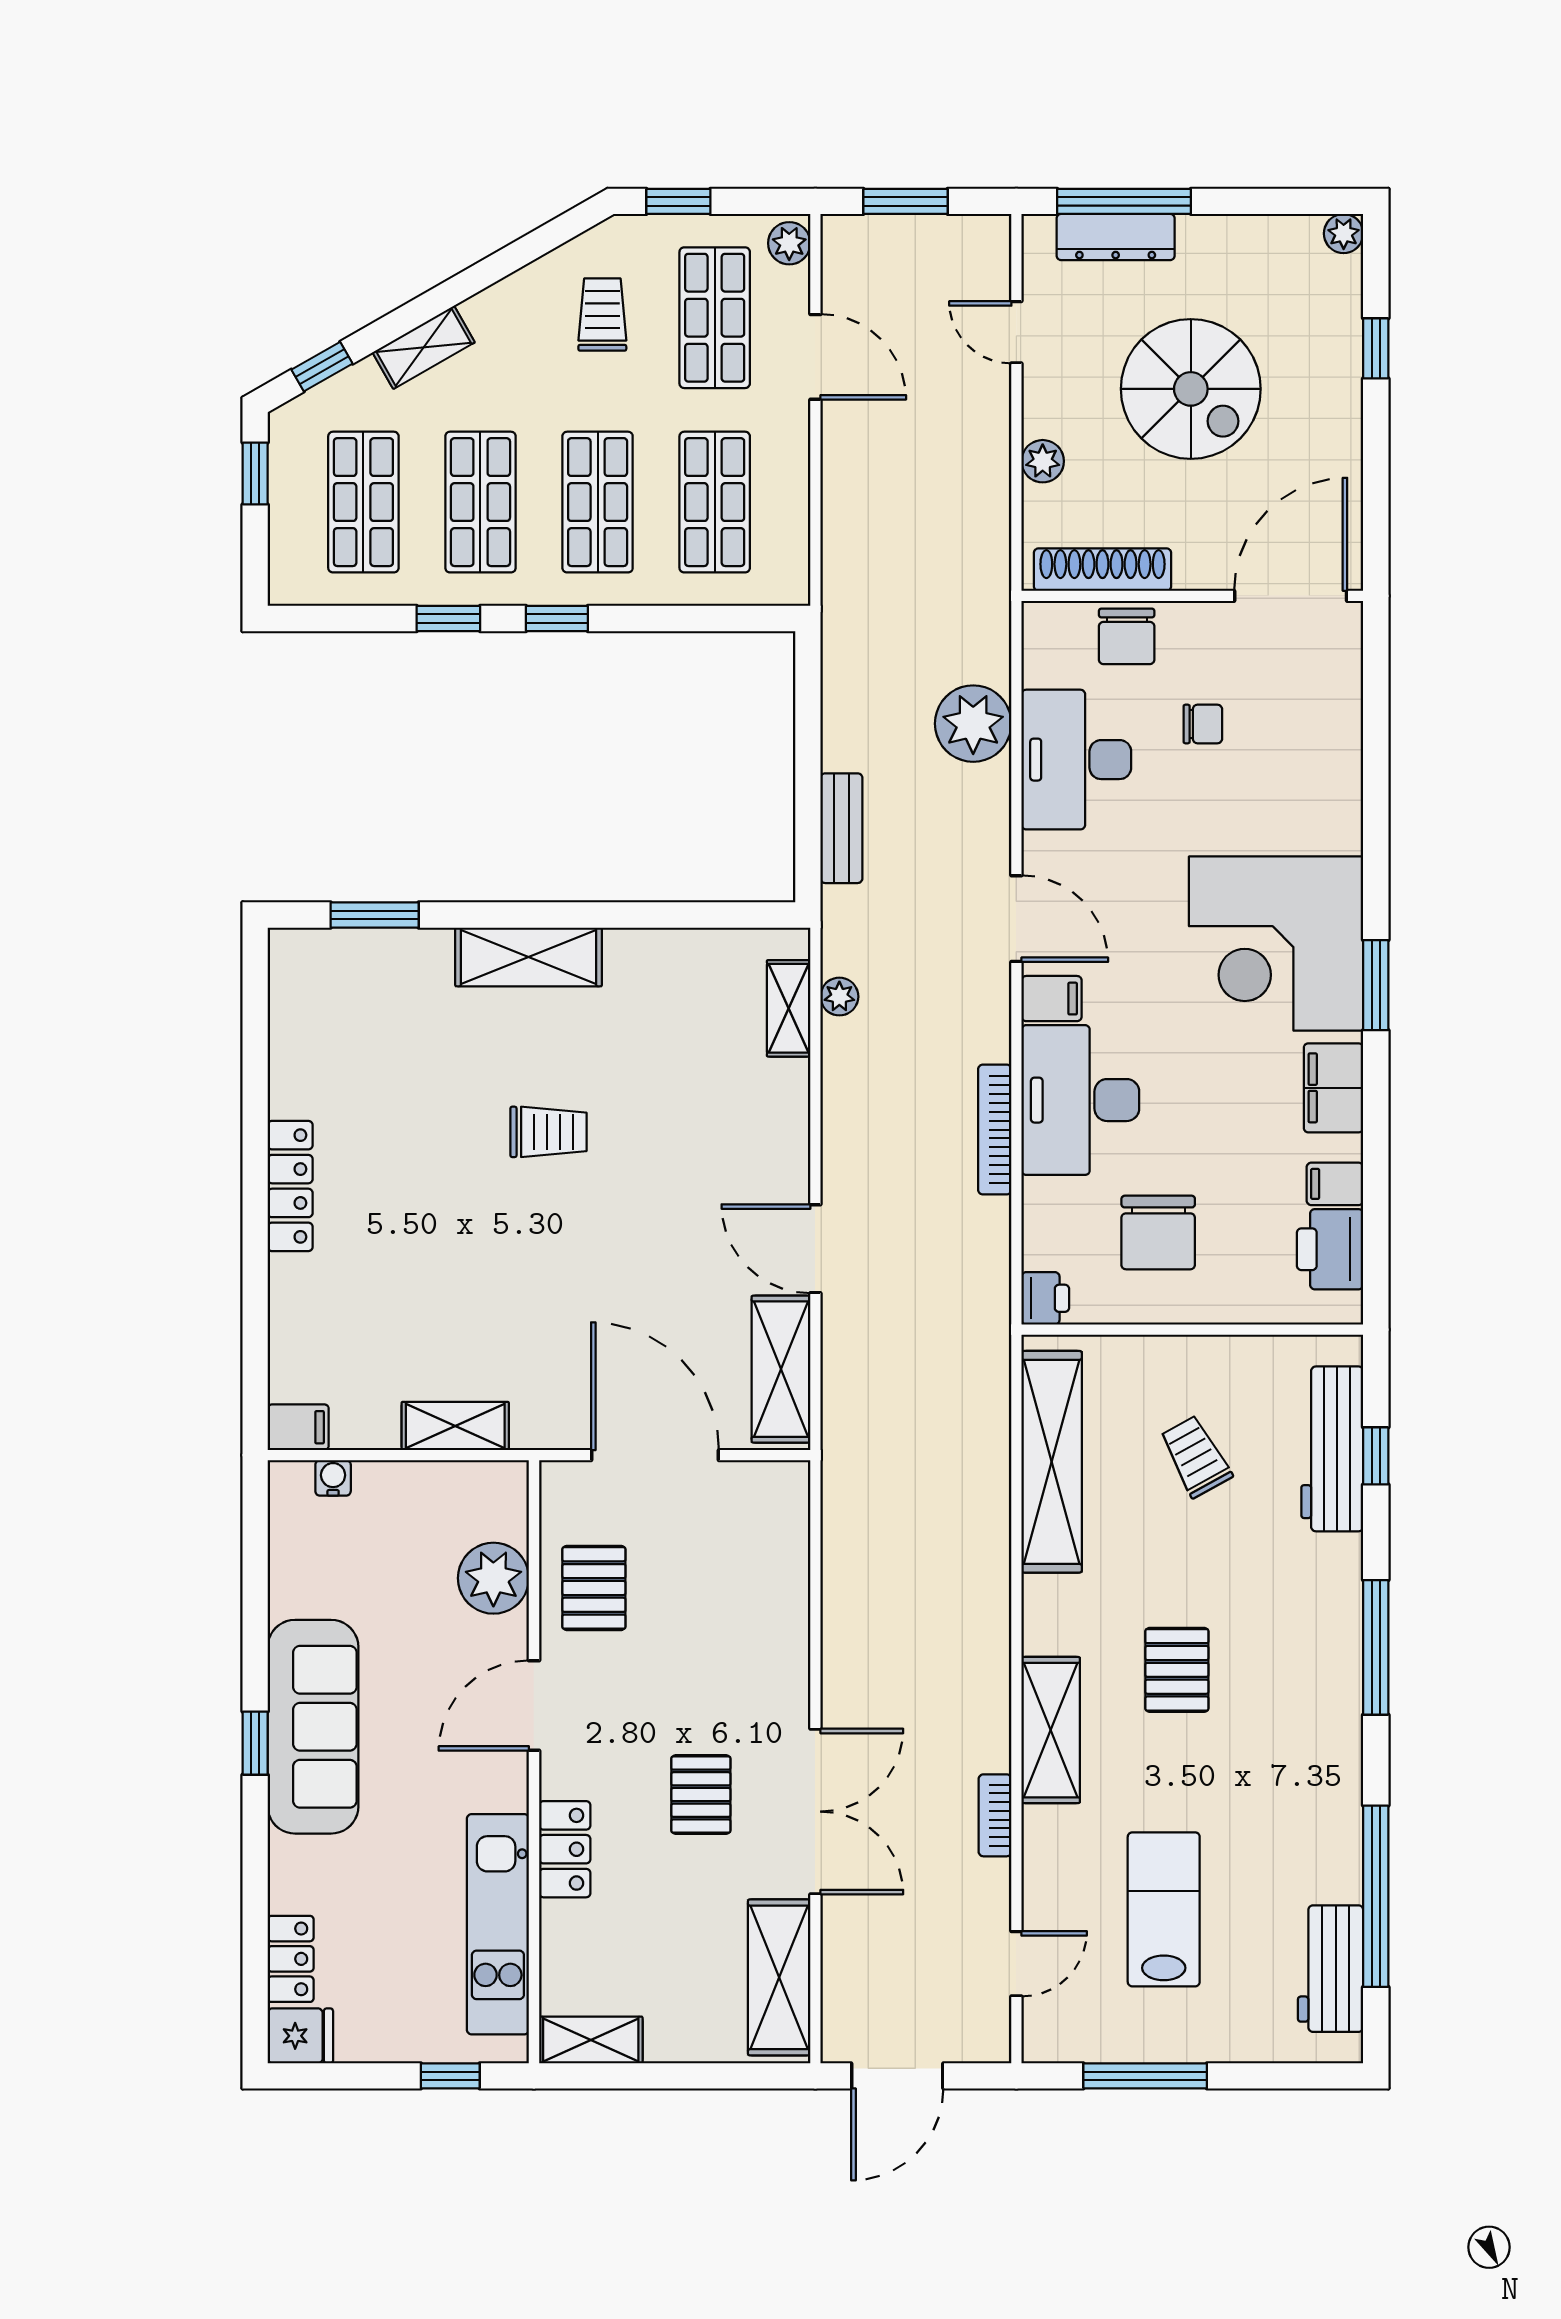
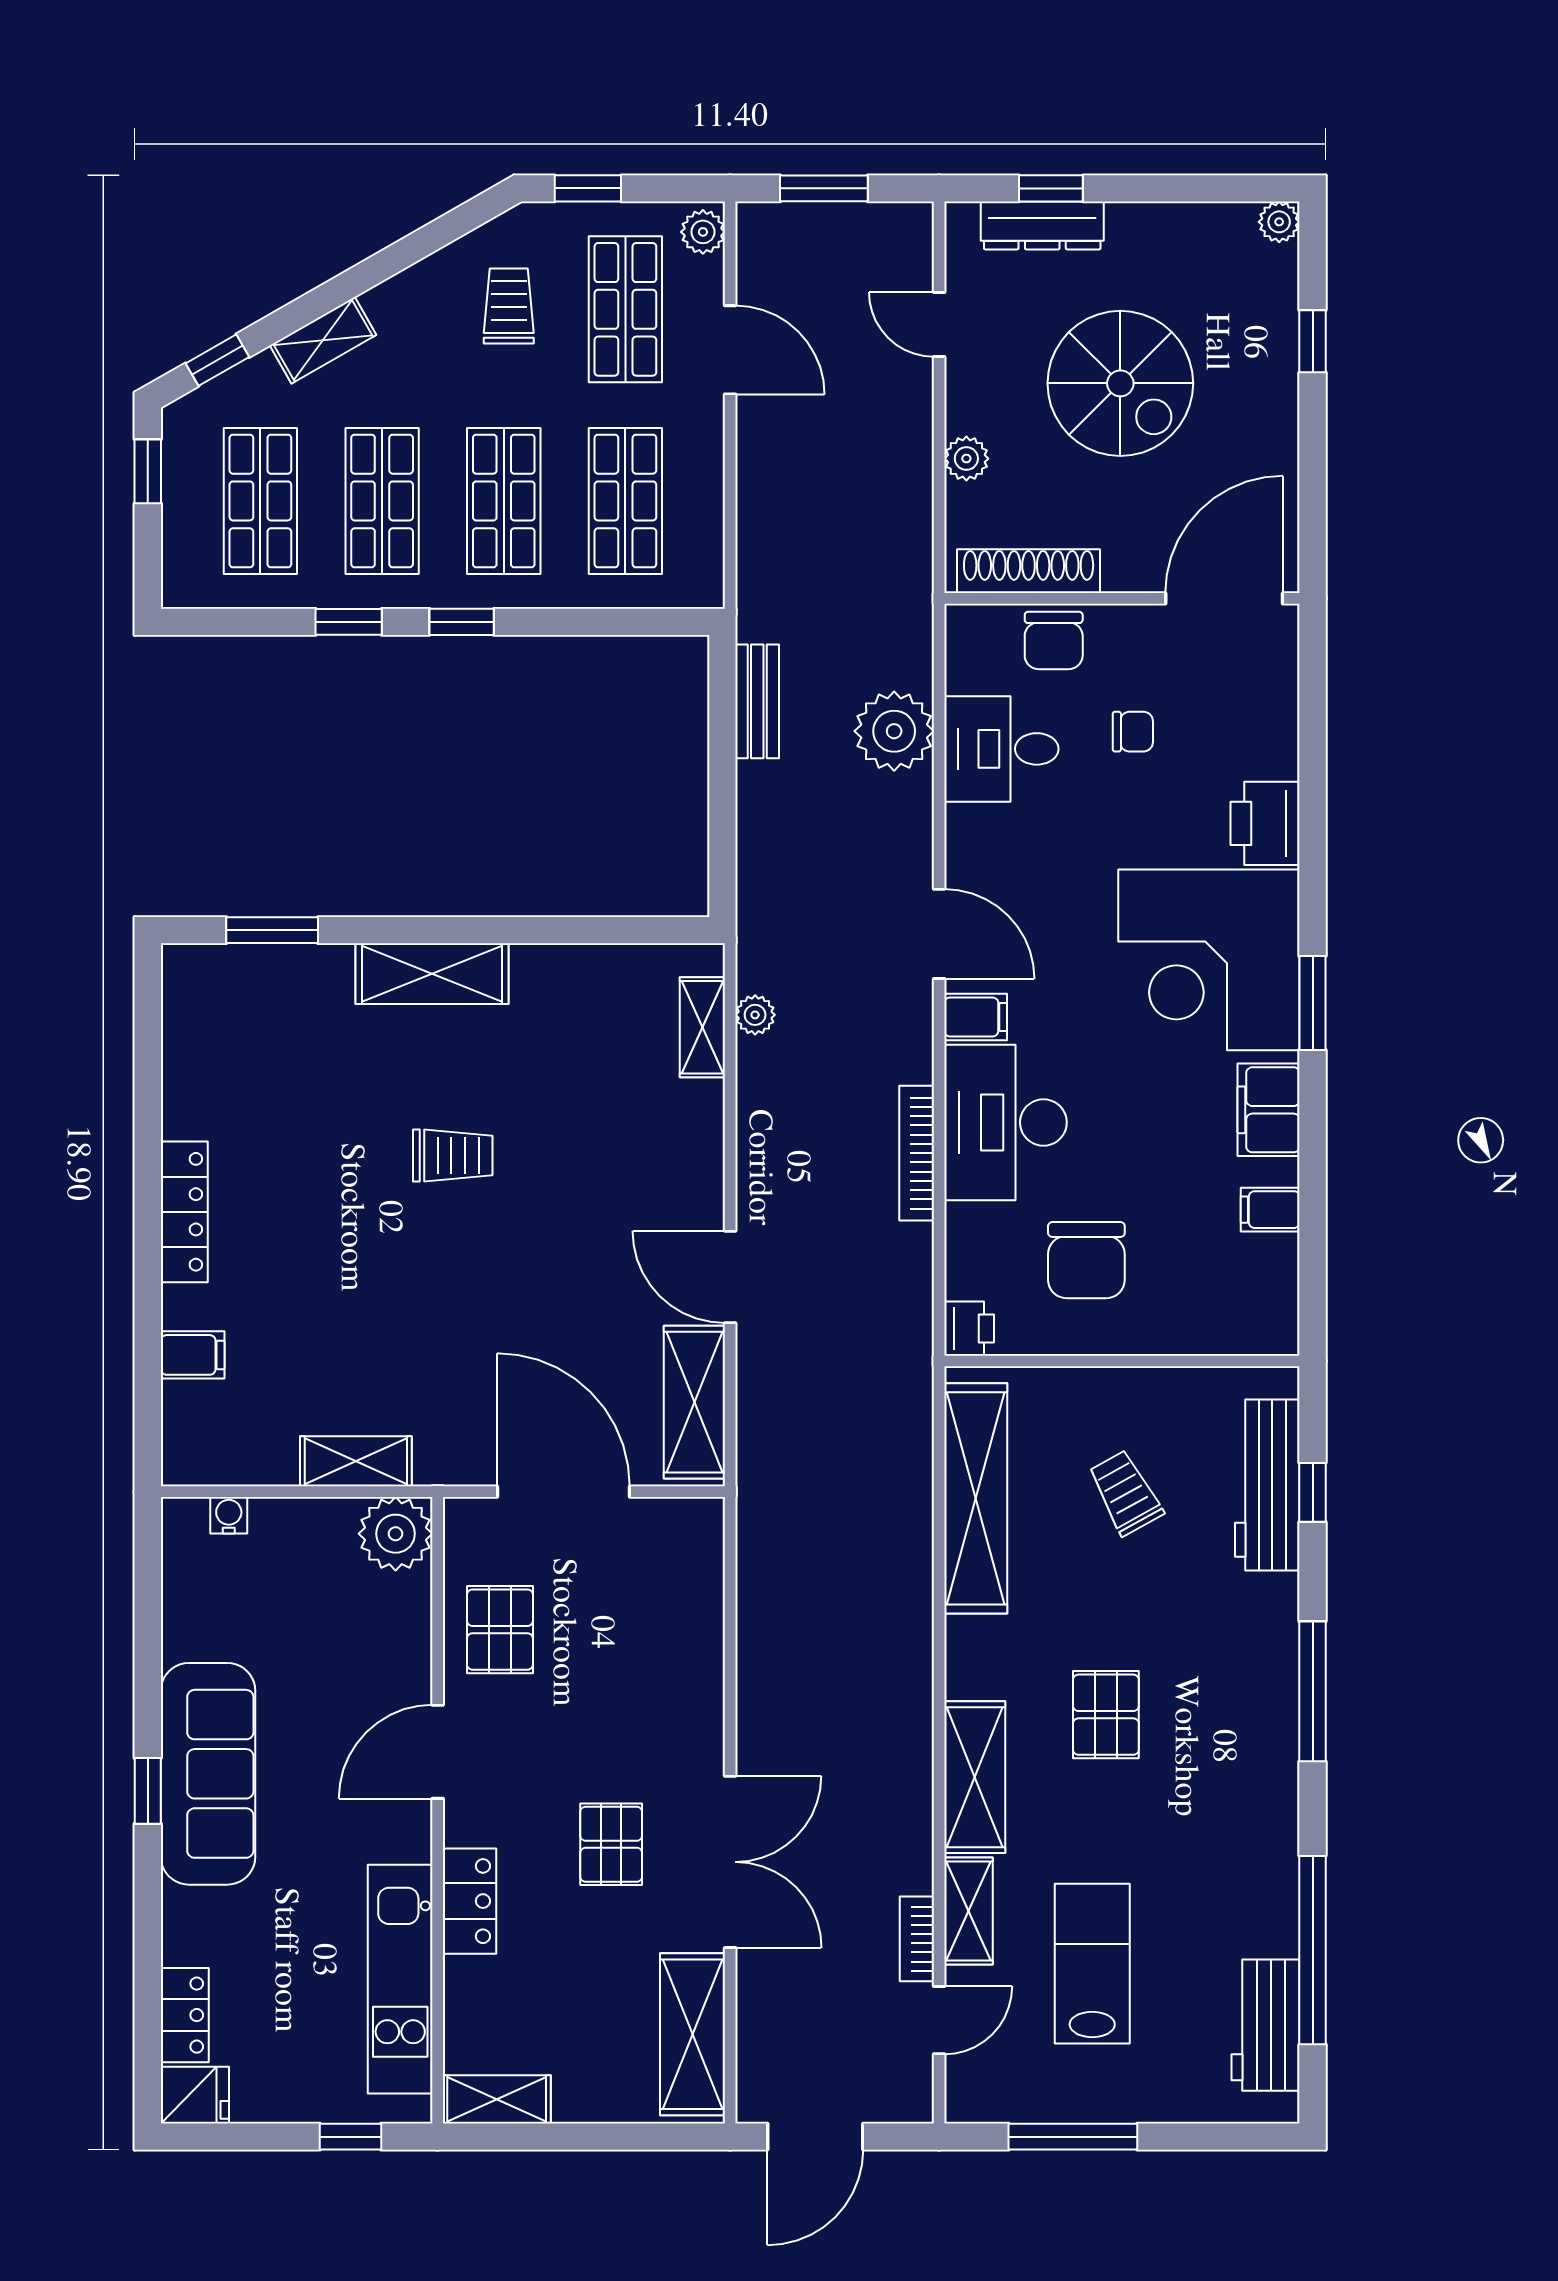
window: (1124, 201) -> (1051, 188), width x0.46
desk: (1076, 760) -> (1001, 749), width x0.73
bench: (841, 828) -> (757, 701), moved
printer: (1330, 1249) -> (1265, 823), moved
filing cabinet: (298, 1427) -> (193, 1355), moved
plant: (493, 1578) -> (396, 1534), moved
bookcase: (995, 1815) -> (917, 1939), moved
shelving: (1045, 1859) -> (968, 1911), added

